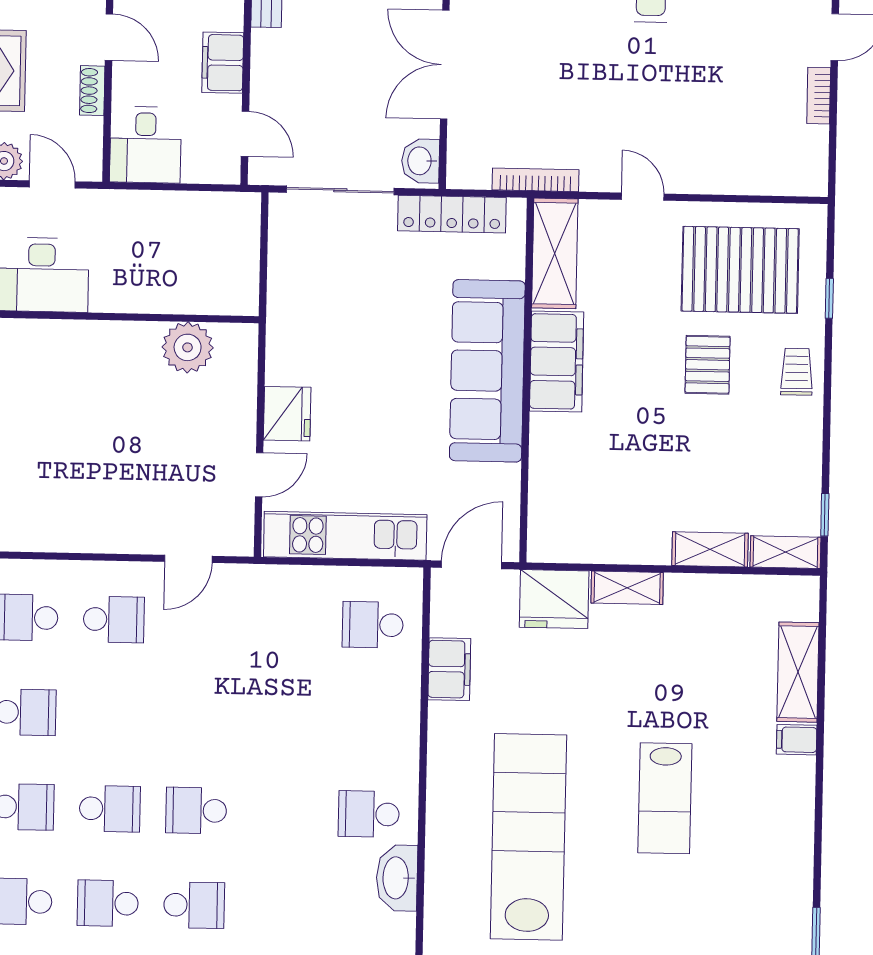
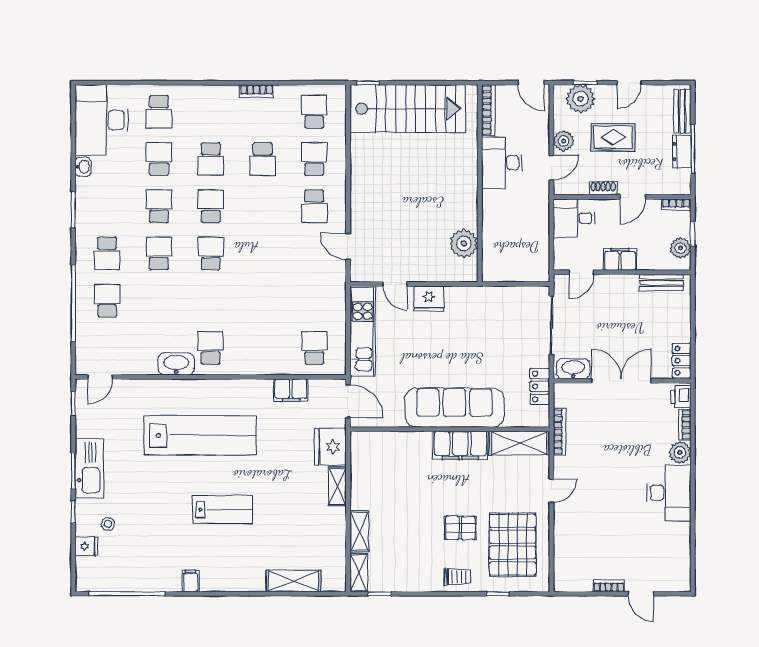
washbasin: (421, 161) -> (573, 369), width x1.38
locker: (452, 214) -> (540, 386), width x0.66
filing cabinet: (797, 740) -> (190, 581), moved
lab bench: (665, 798) -> (223, 510), turned 180
school desk: (110, 809) -> (211, 206), turned 180
school desk: (194, 905) -> (159, 253), turned 180

